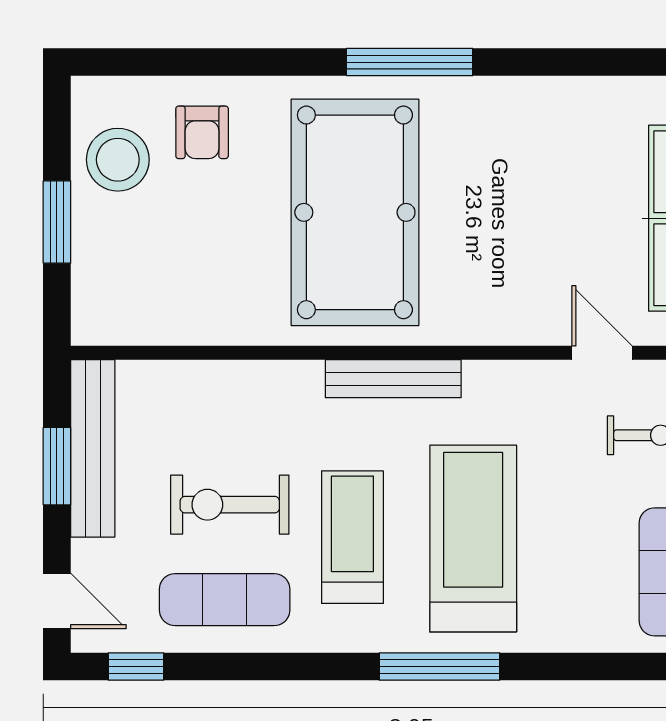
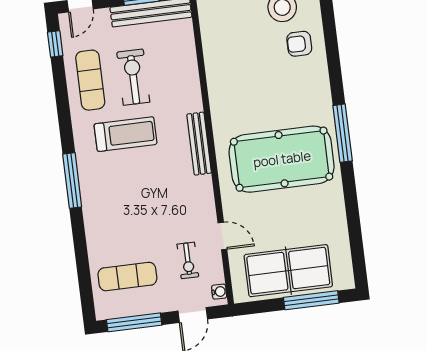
pool table: (355, 212) -> (282, 159), moved
door: (602, 353) -> (222, 236), hinge flipped
treadmill: (473, 538) -> (132, 189), removed

